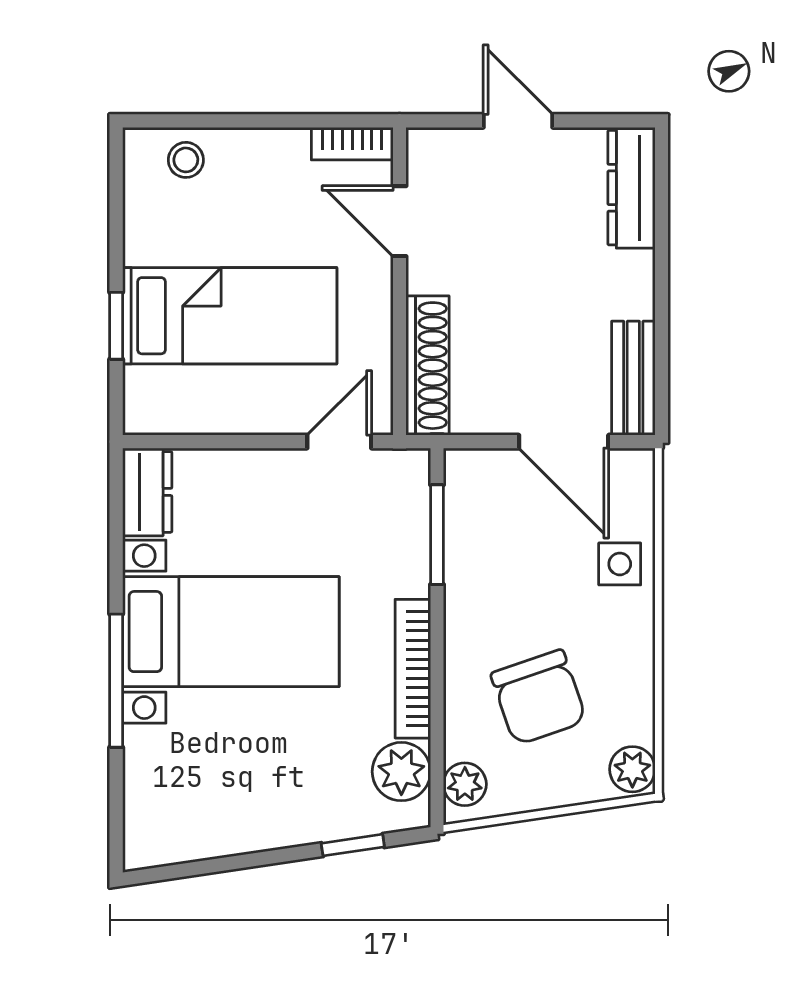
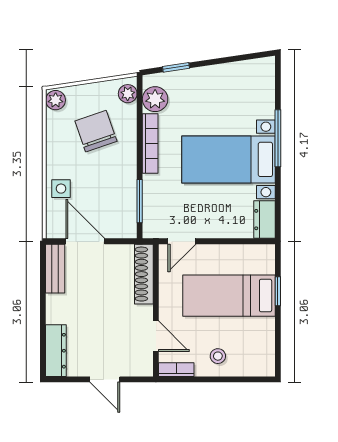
stool: (186, 160) -> (218, 356), moved

